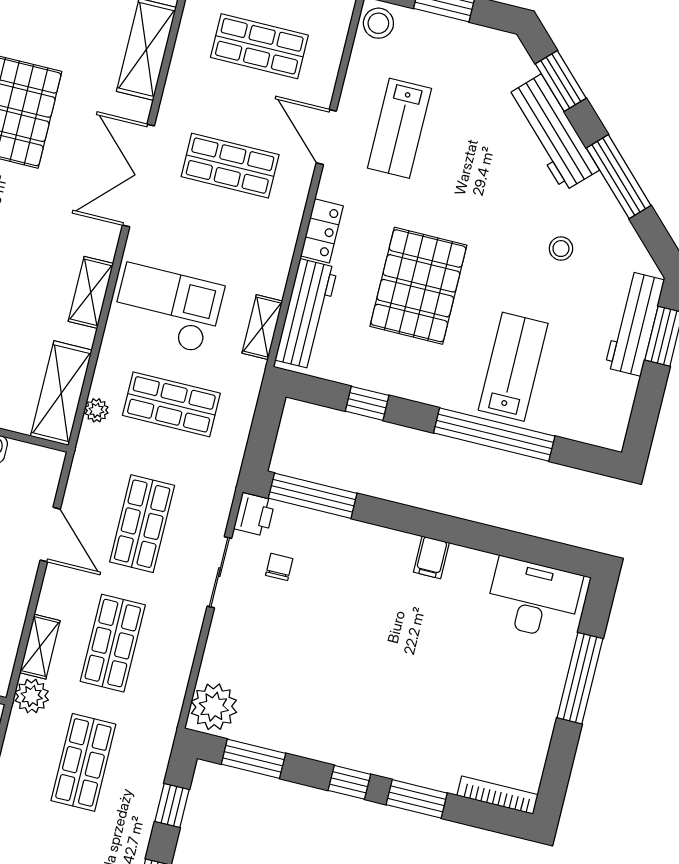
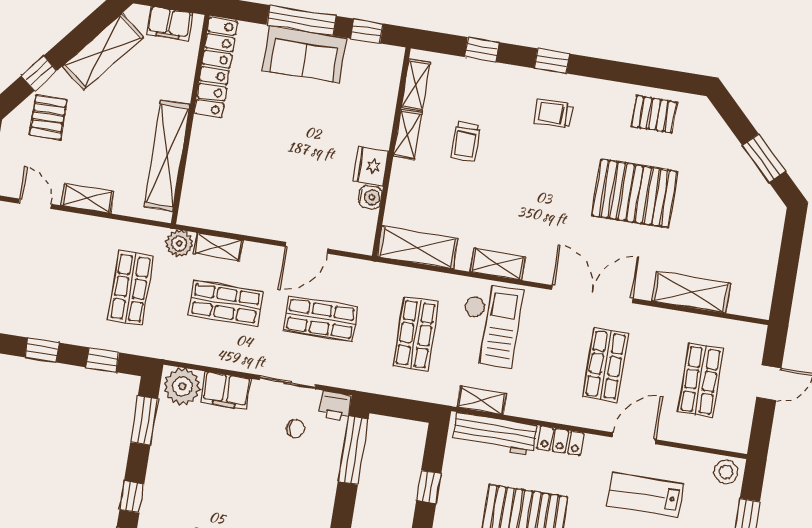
plant: (96, 410) -> (406, 276), removed
filing cabinet: (224, 652) -> (226, 391), added
shop shelf: (83, 762) -> (131, 288), turned 90

